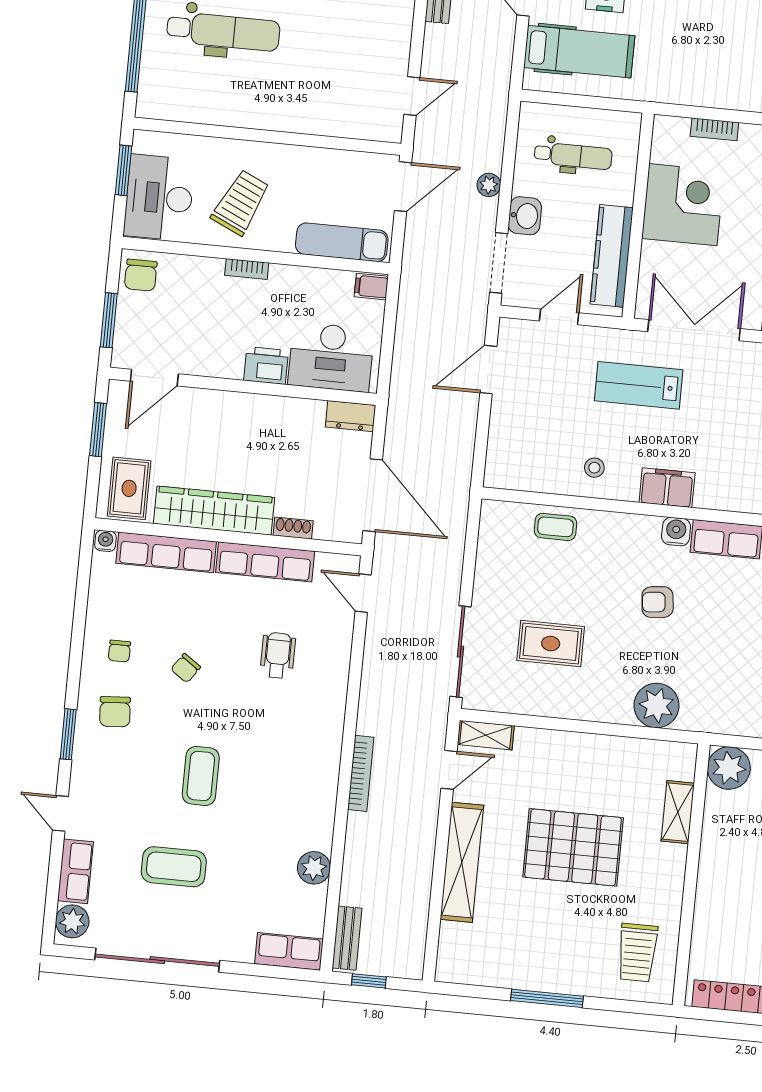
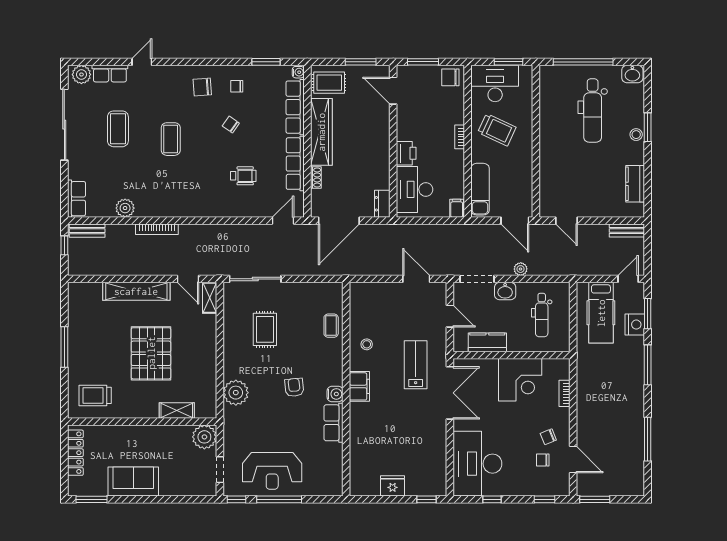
kitchen counter: (612, 256) -> (487, 342), width x0.67
window: (68, 734) -> (266, 62), moved
bookcase: (361, 773) -> (157, 229), moved
coffee table: (201, 776) -> (171, 139), turned 90

